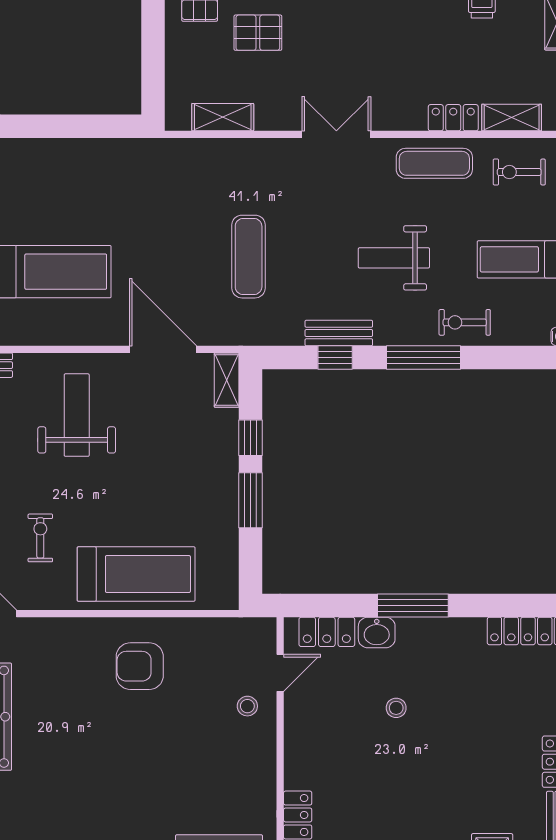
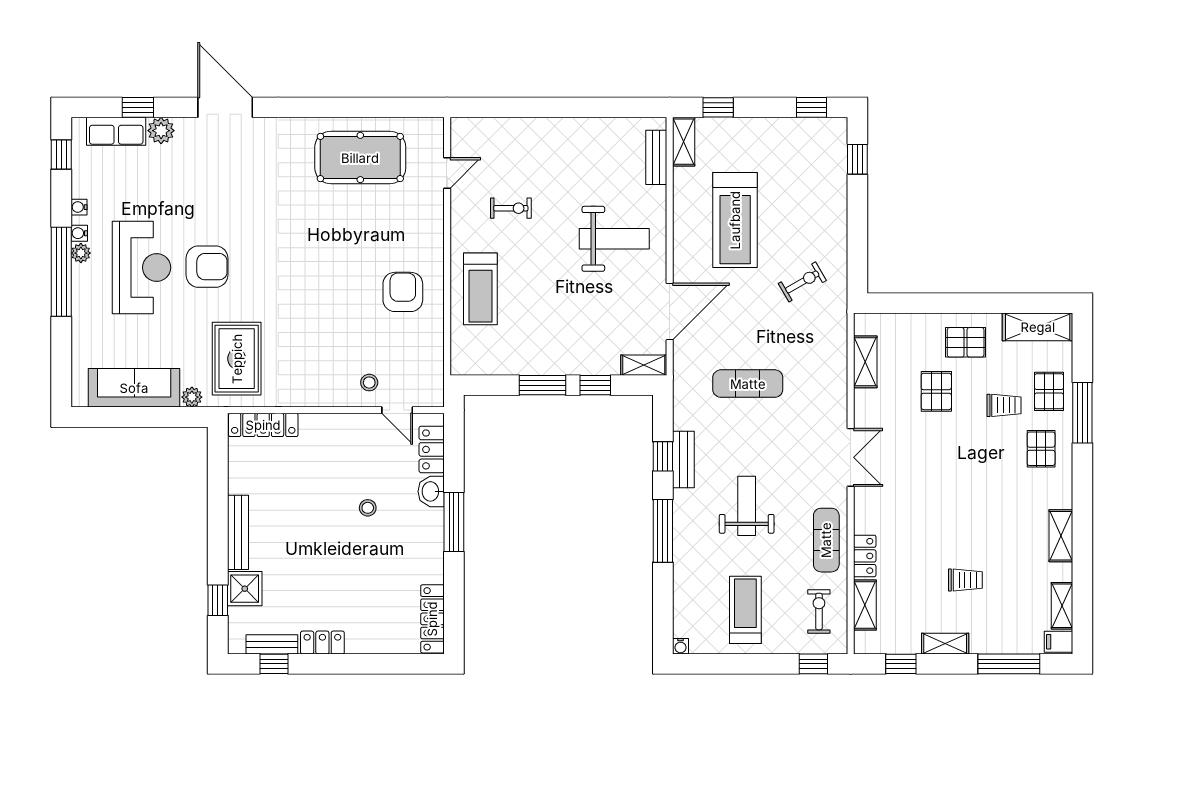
exercise bike: (465, 322) -> (802, 282), moved, turned 60
treadmill: (136, 574) -> (480, 289), width x0.73, depth x0.73

